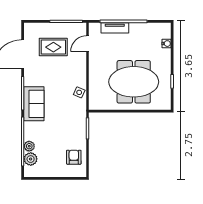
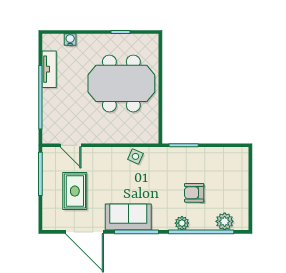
tv unit: (115, 28) -> (49, 69), moved
meeting table: (134, 82) -> (121, 83), turned 90
sofa: (34, 104) -> (128, 217), moved
plant: (29, 146) -> (182, 223), moved
armchair: (74, 157) -> (194, 193), moved

